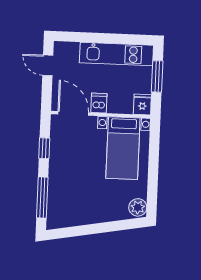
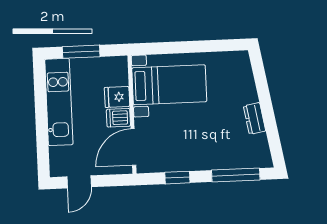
fridge: (142, 104) -> (117, 97), moved
plant: (138, 207) -> (238, 61), removed
dresser: (88, 217) -> (255, 118), added

